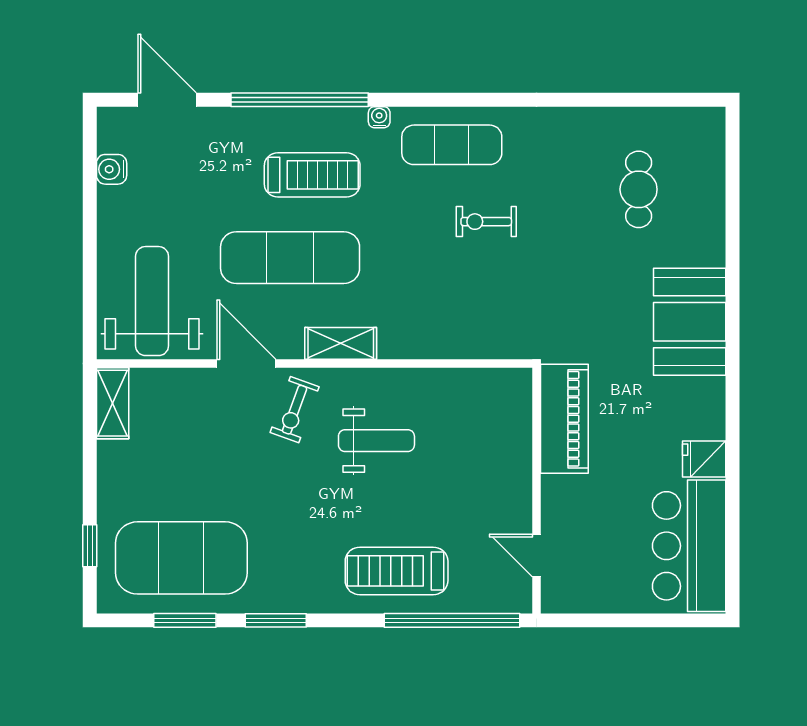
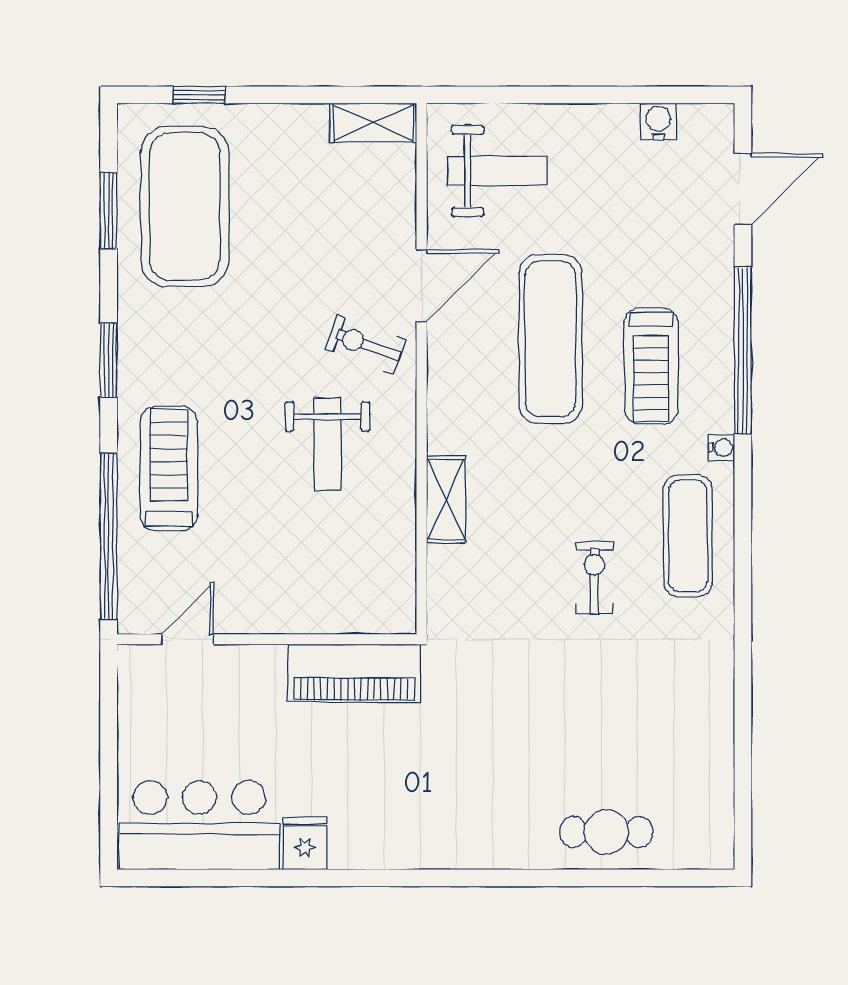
cafe table: (639, 189) -> (606, 832), moved
weight bench: (152, 301) -> (498, 171), width x0.73, depth x0.75
booth: (690, 322) -> (472, 826), removed
shelving: (341, 343) -> (446, 499), moved
window: (276, 620) -> (109, 360), moved

